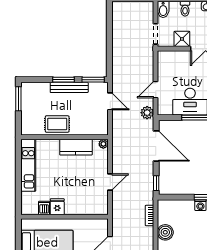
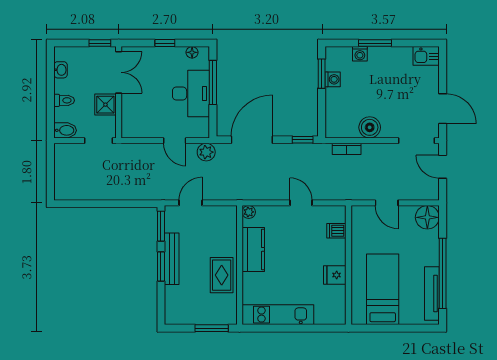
window: (18, 99) -> (212, 328), moved
dishwasher: (44, 208) -> (336, 231), moved

